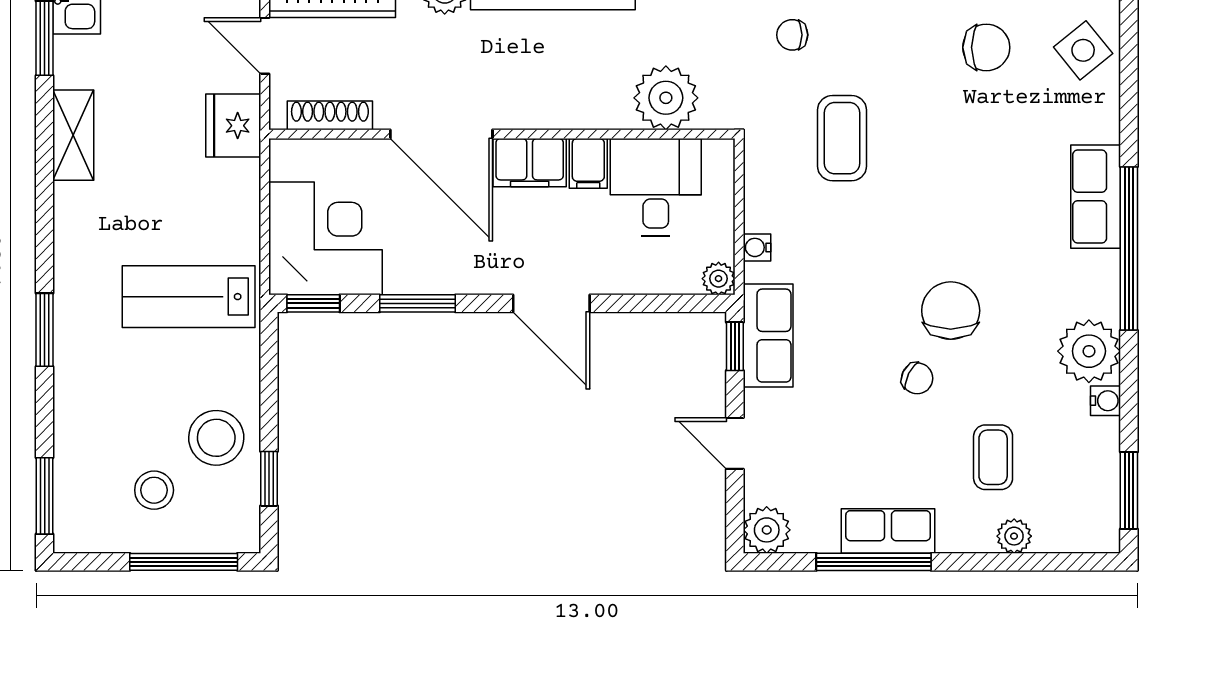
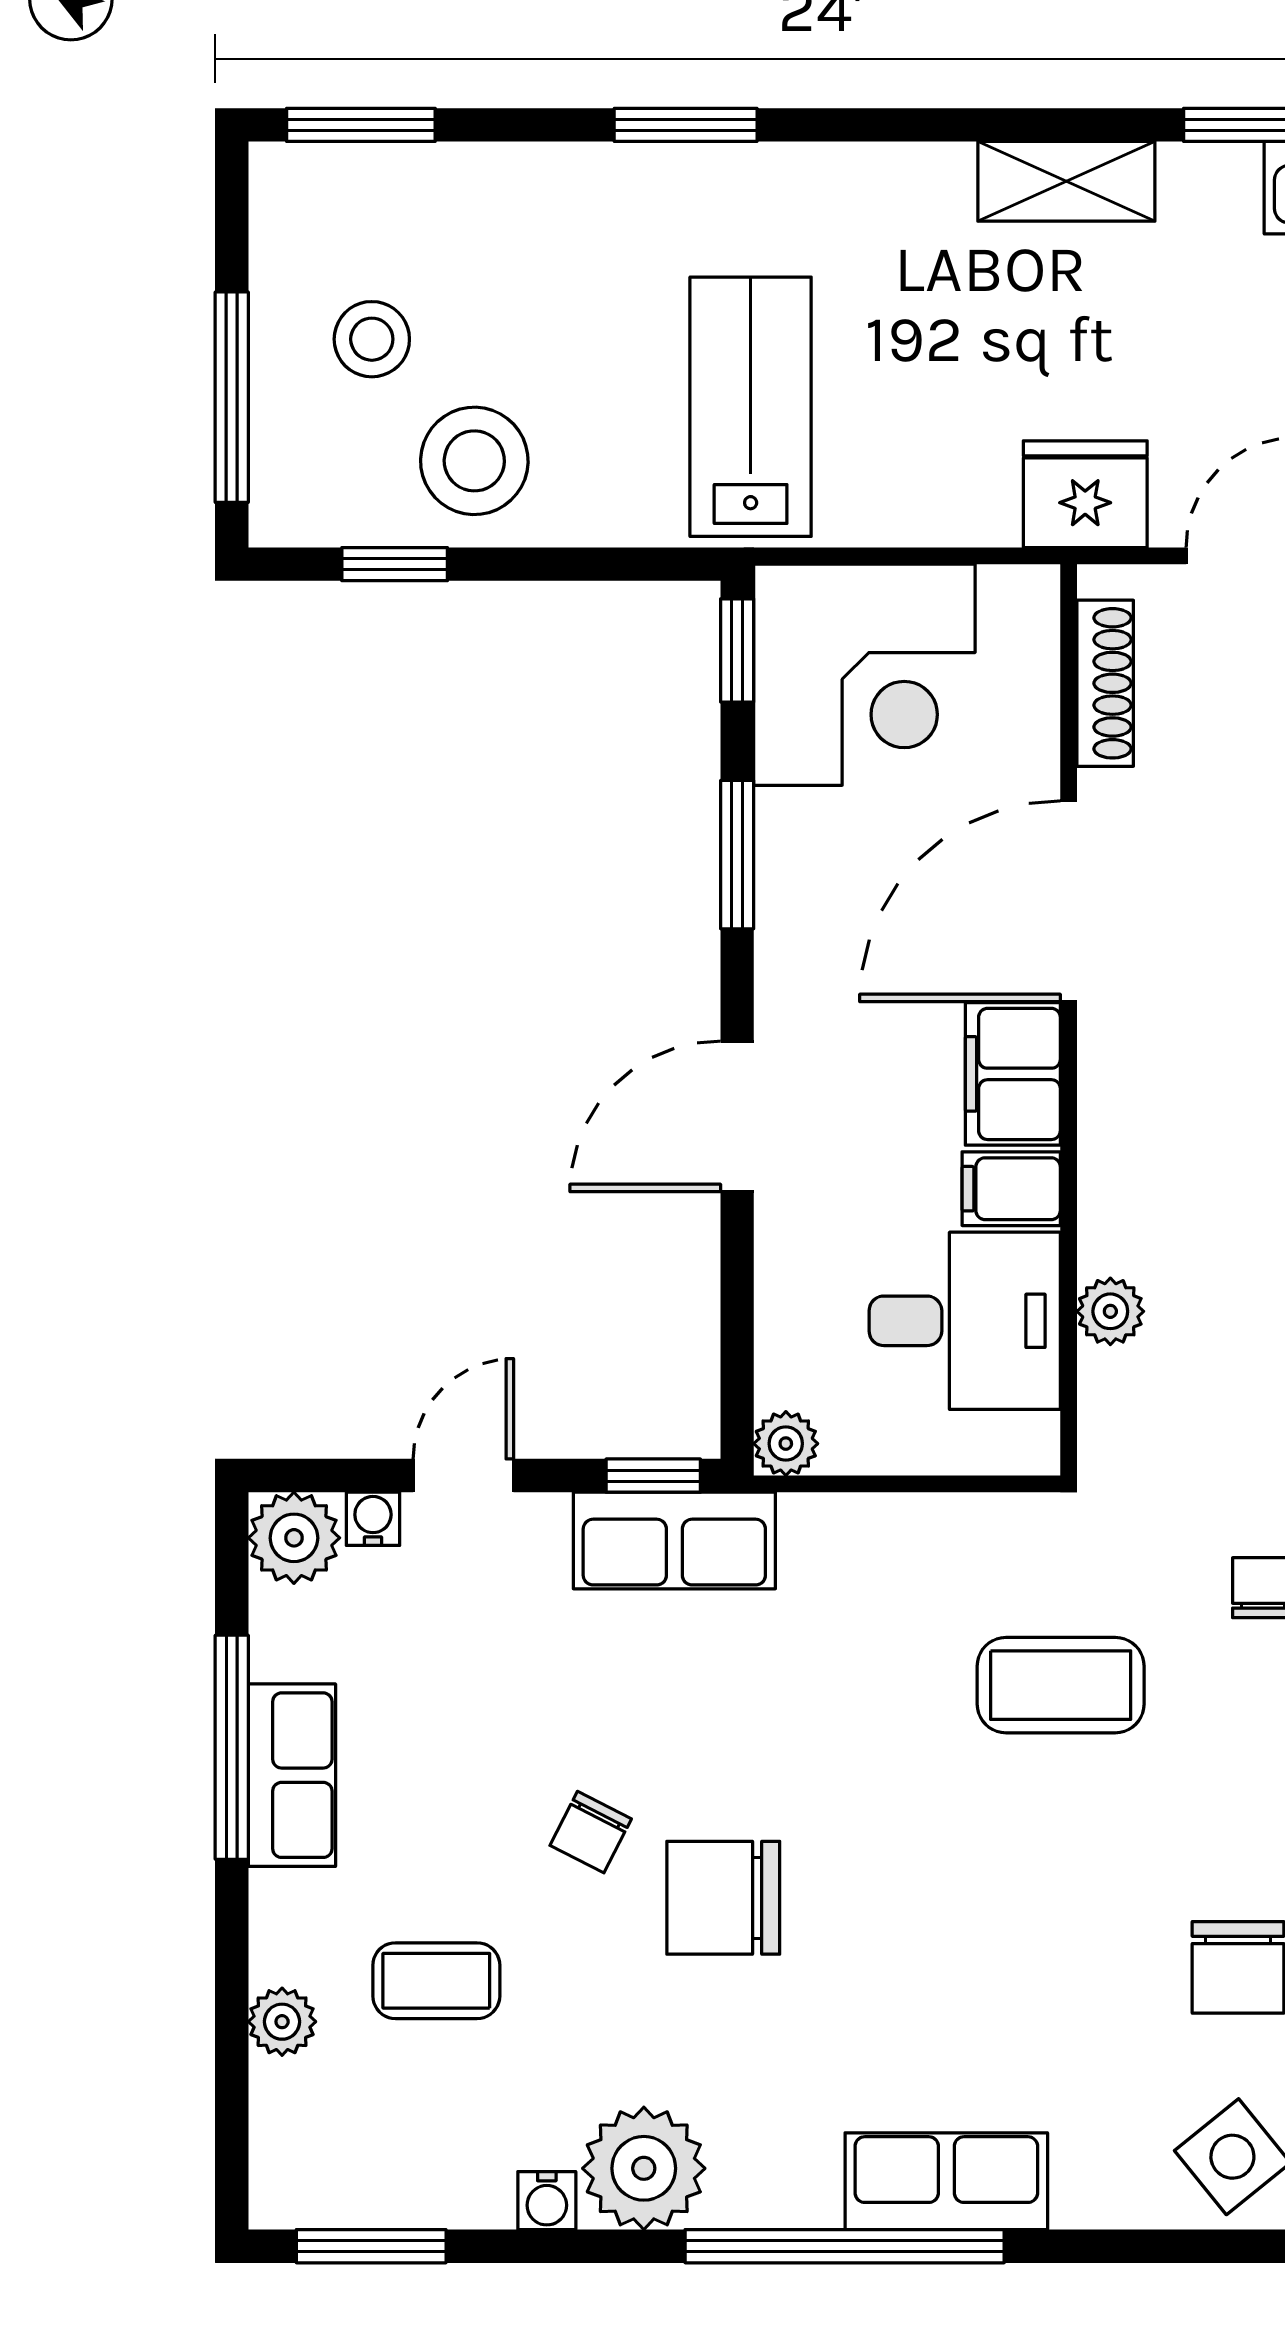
plant: (666, 98) -> (1110, 1311), width x0.53, depth x0.53
water cooler: (757, 247) -> (373, 1519), moved
chair: (951, 311) -> (723, 1898), turned 180

